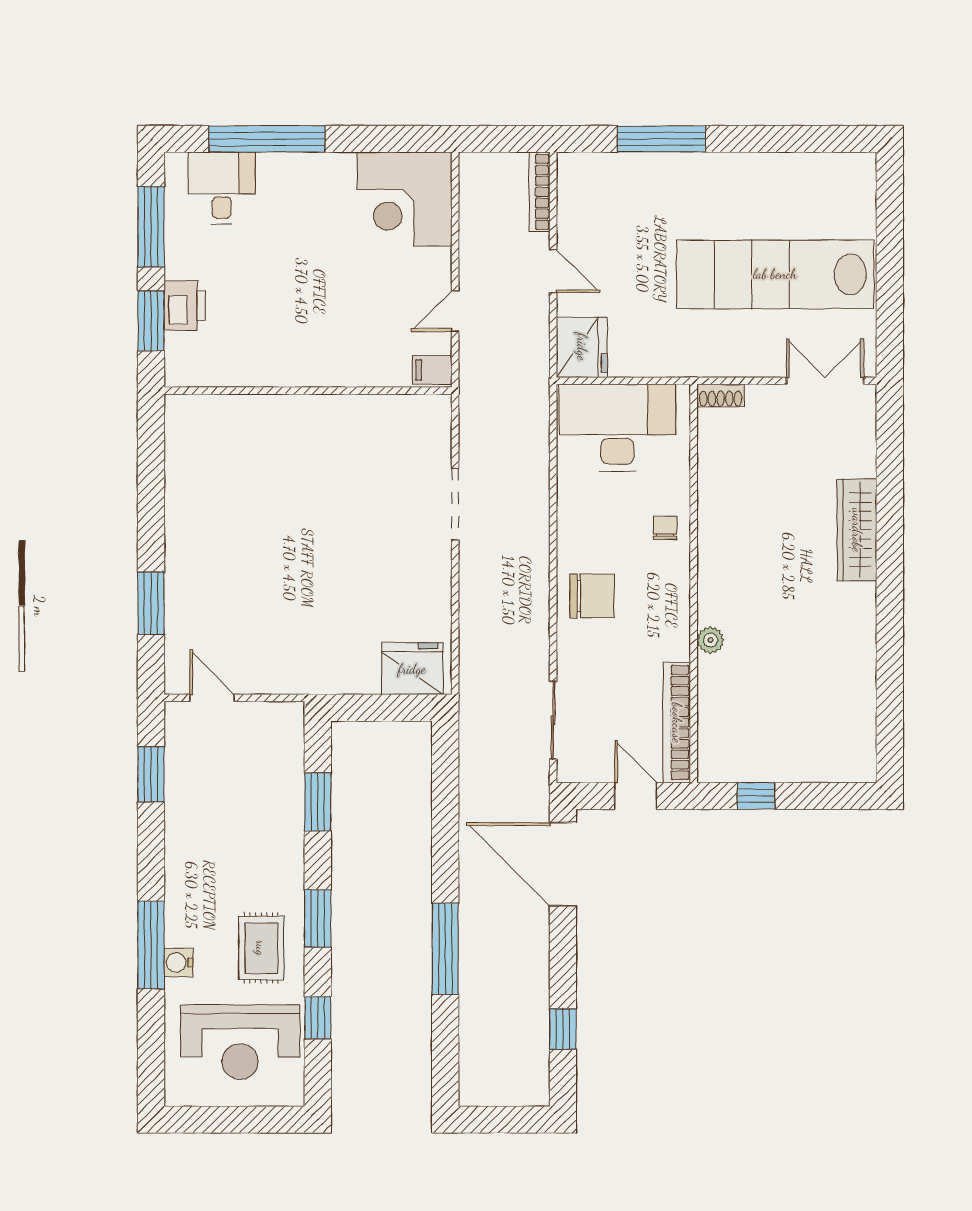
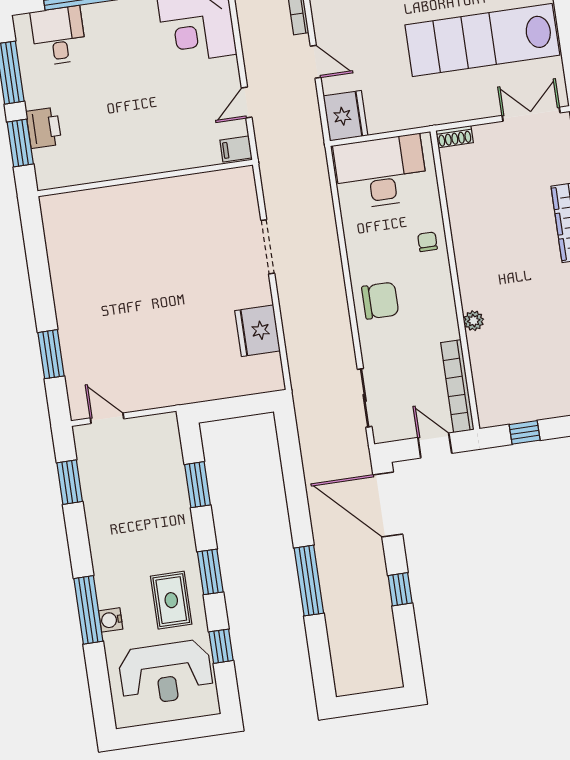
fridge: (412, 669) -> (258, 331), moved, turned -90
window: (563, 1029) -> (400, 589), moved

